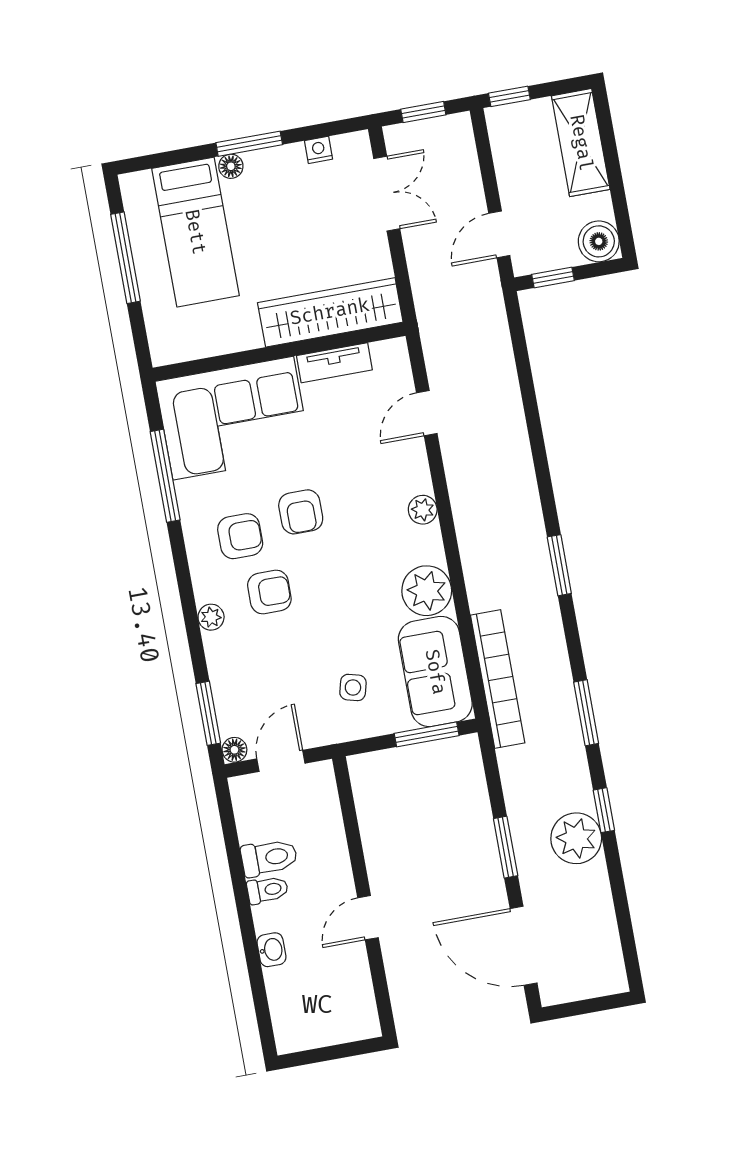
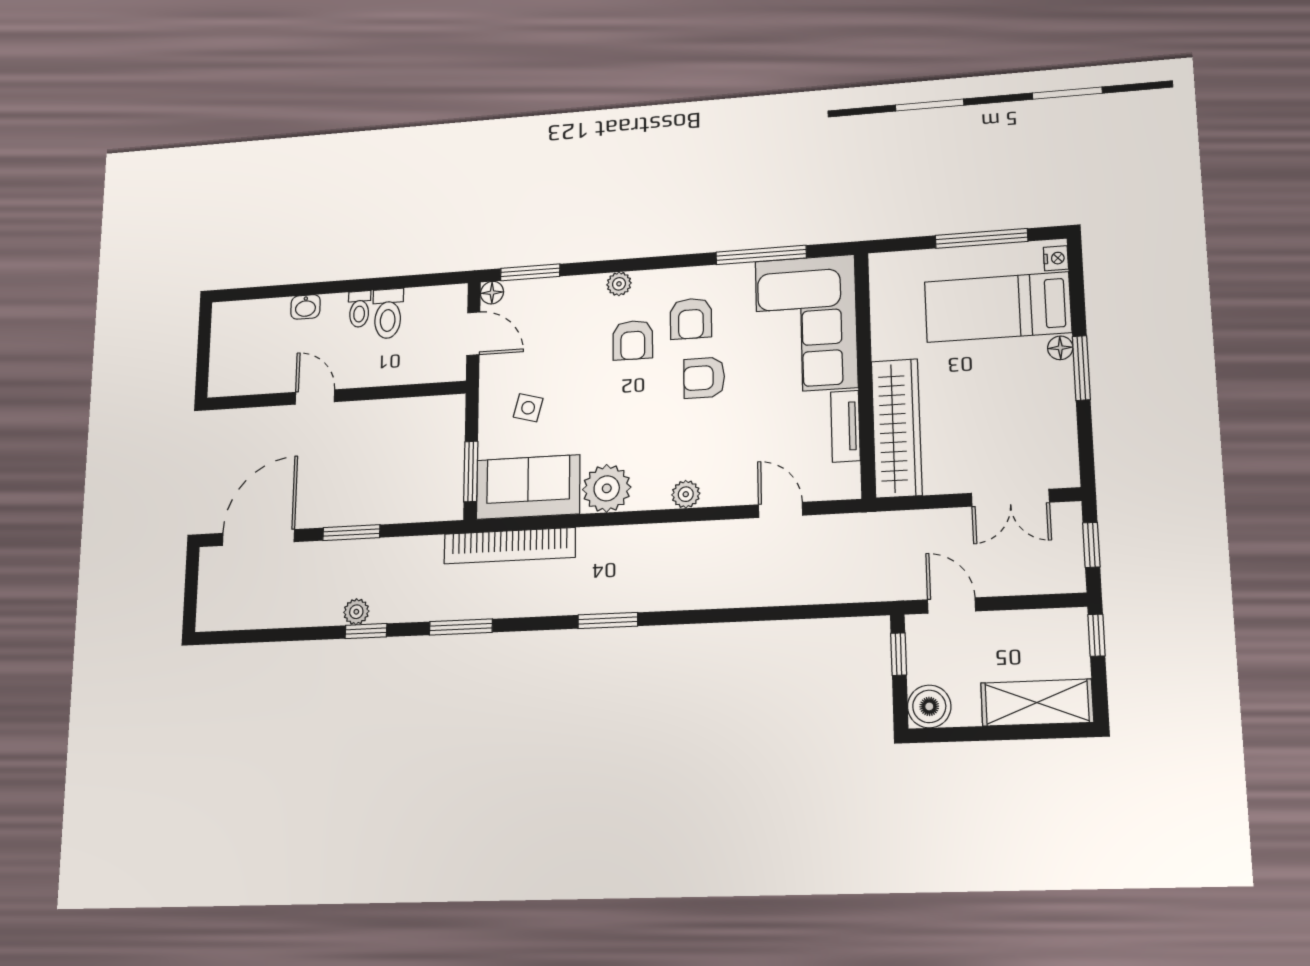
nightstand: (319, 150) -> (1056, 258), moved
plant: (576, 838) -> (356, 612), width x0.53, depth x0.53

